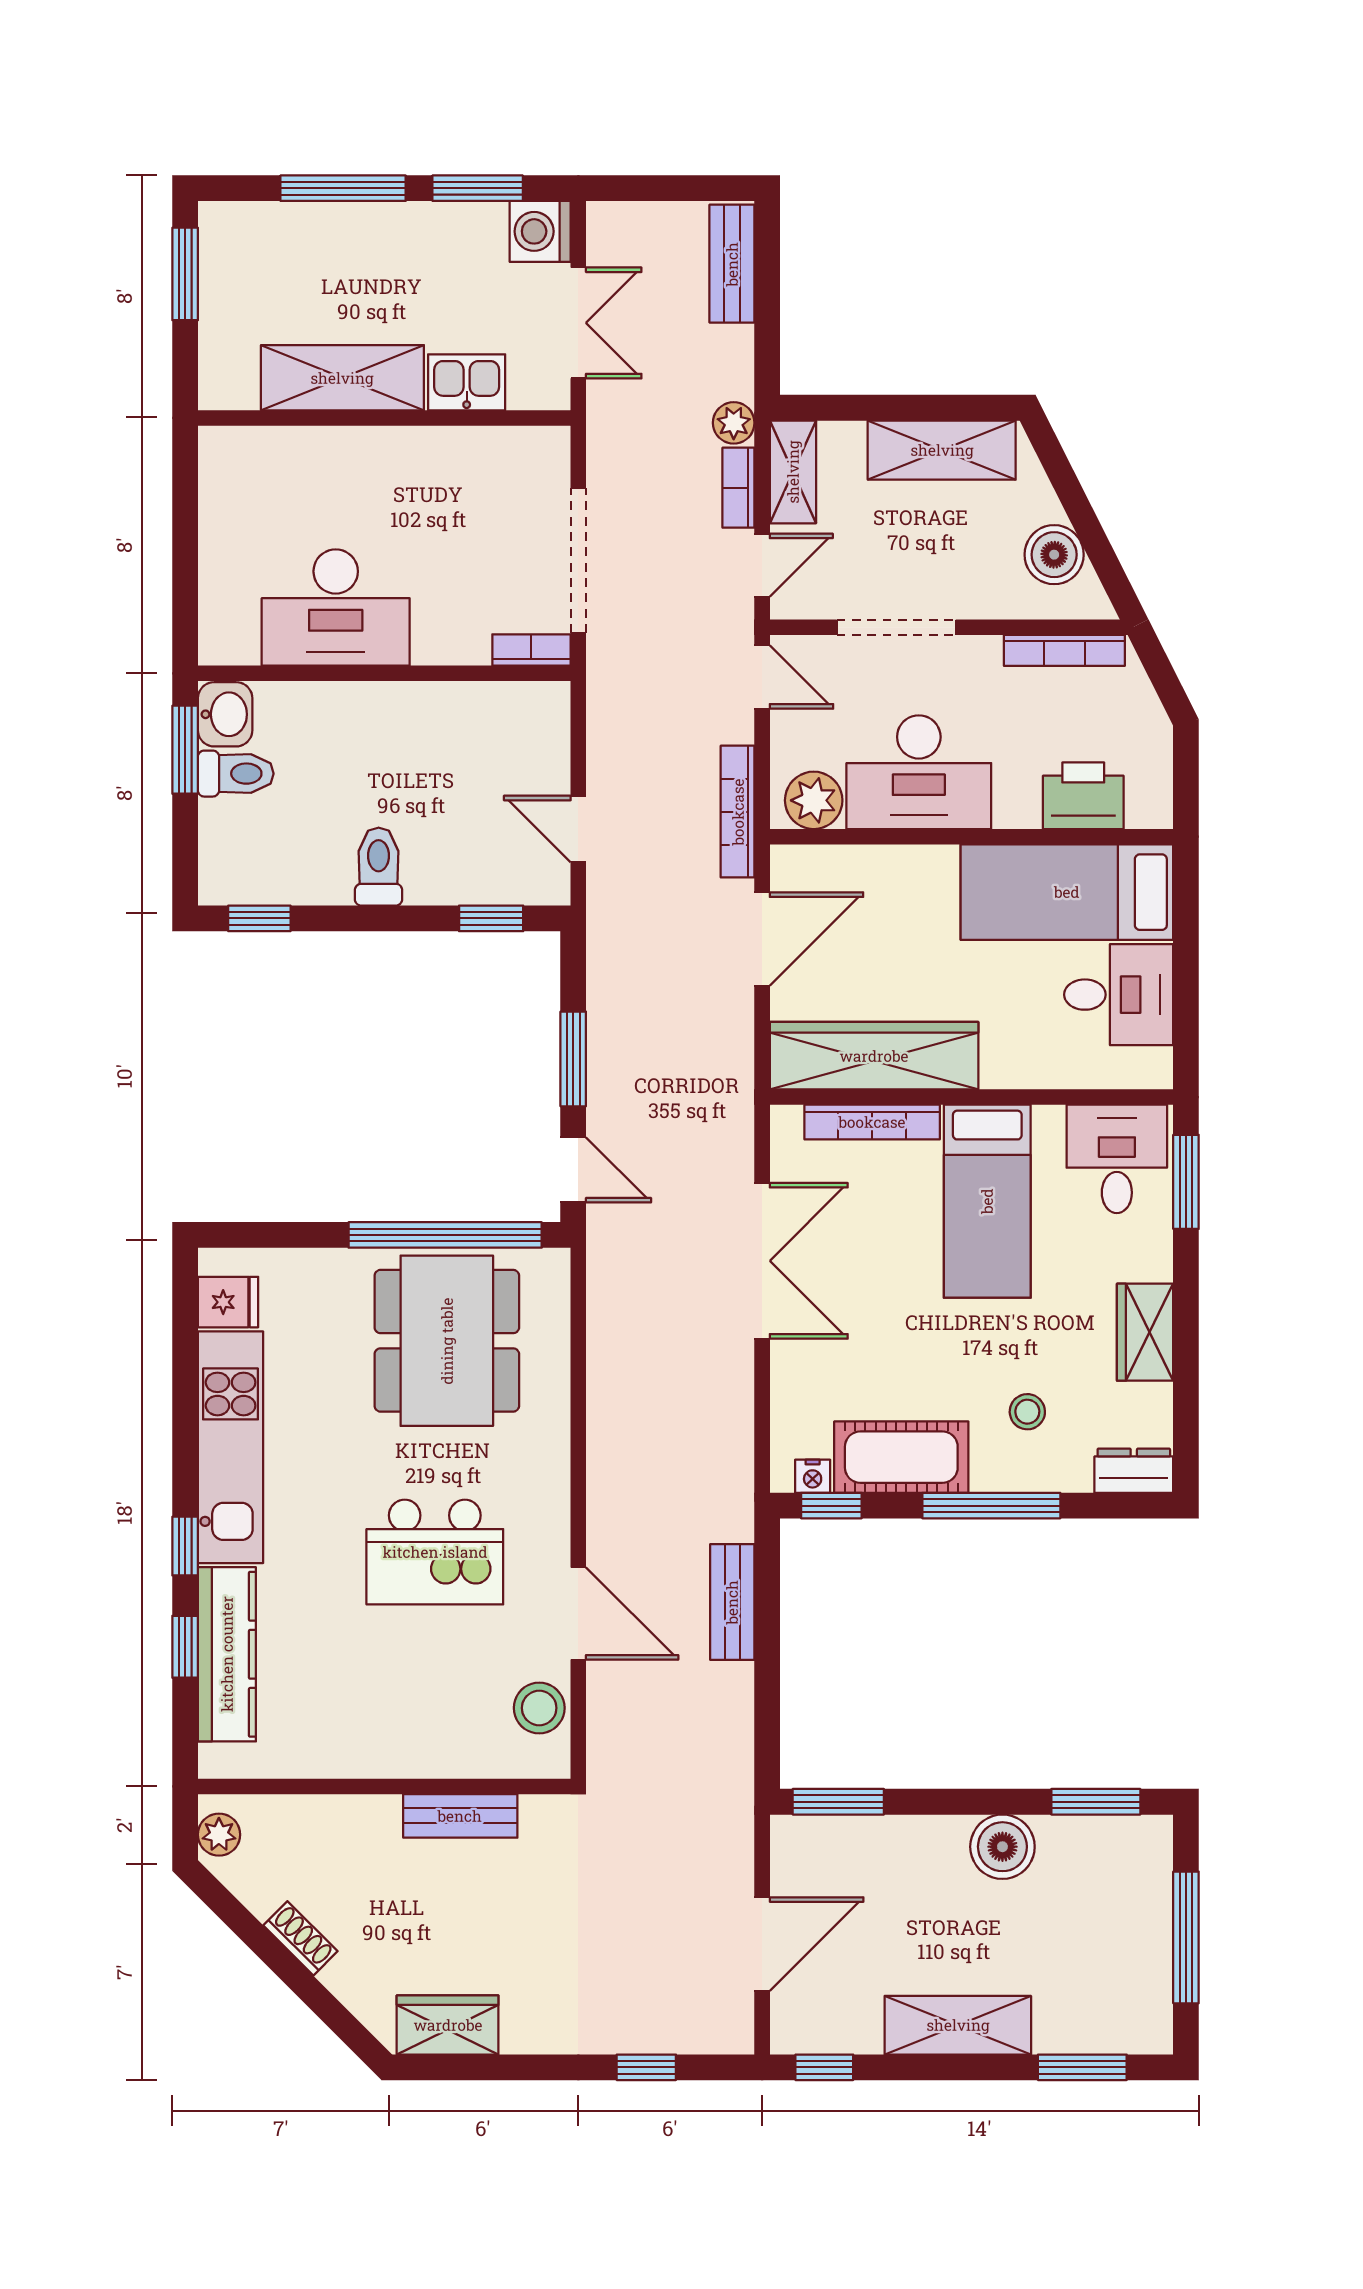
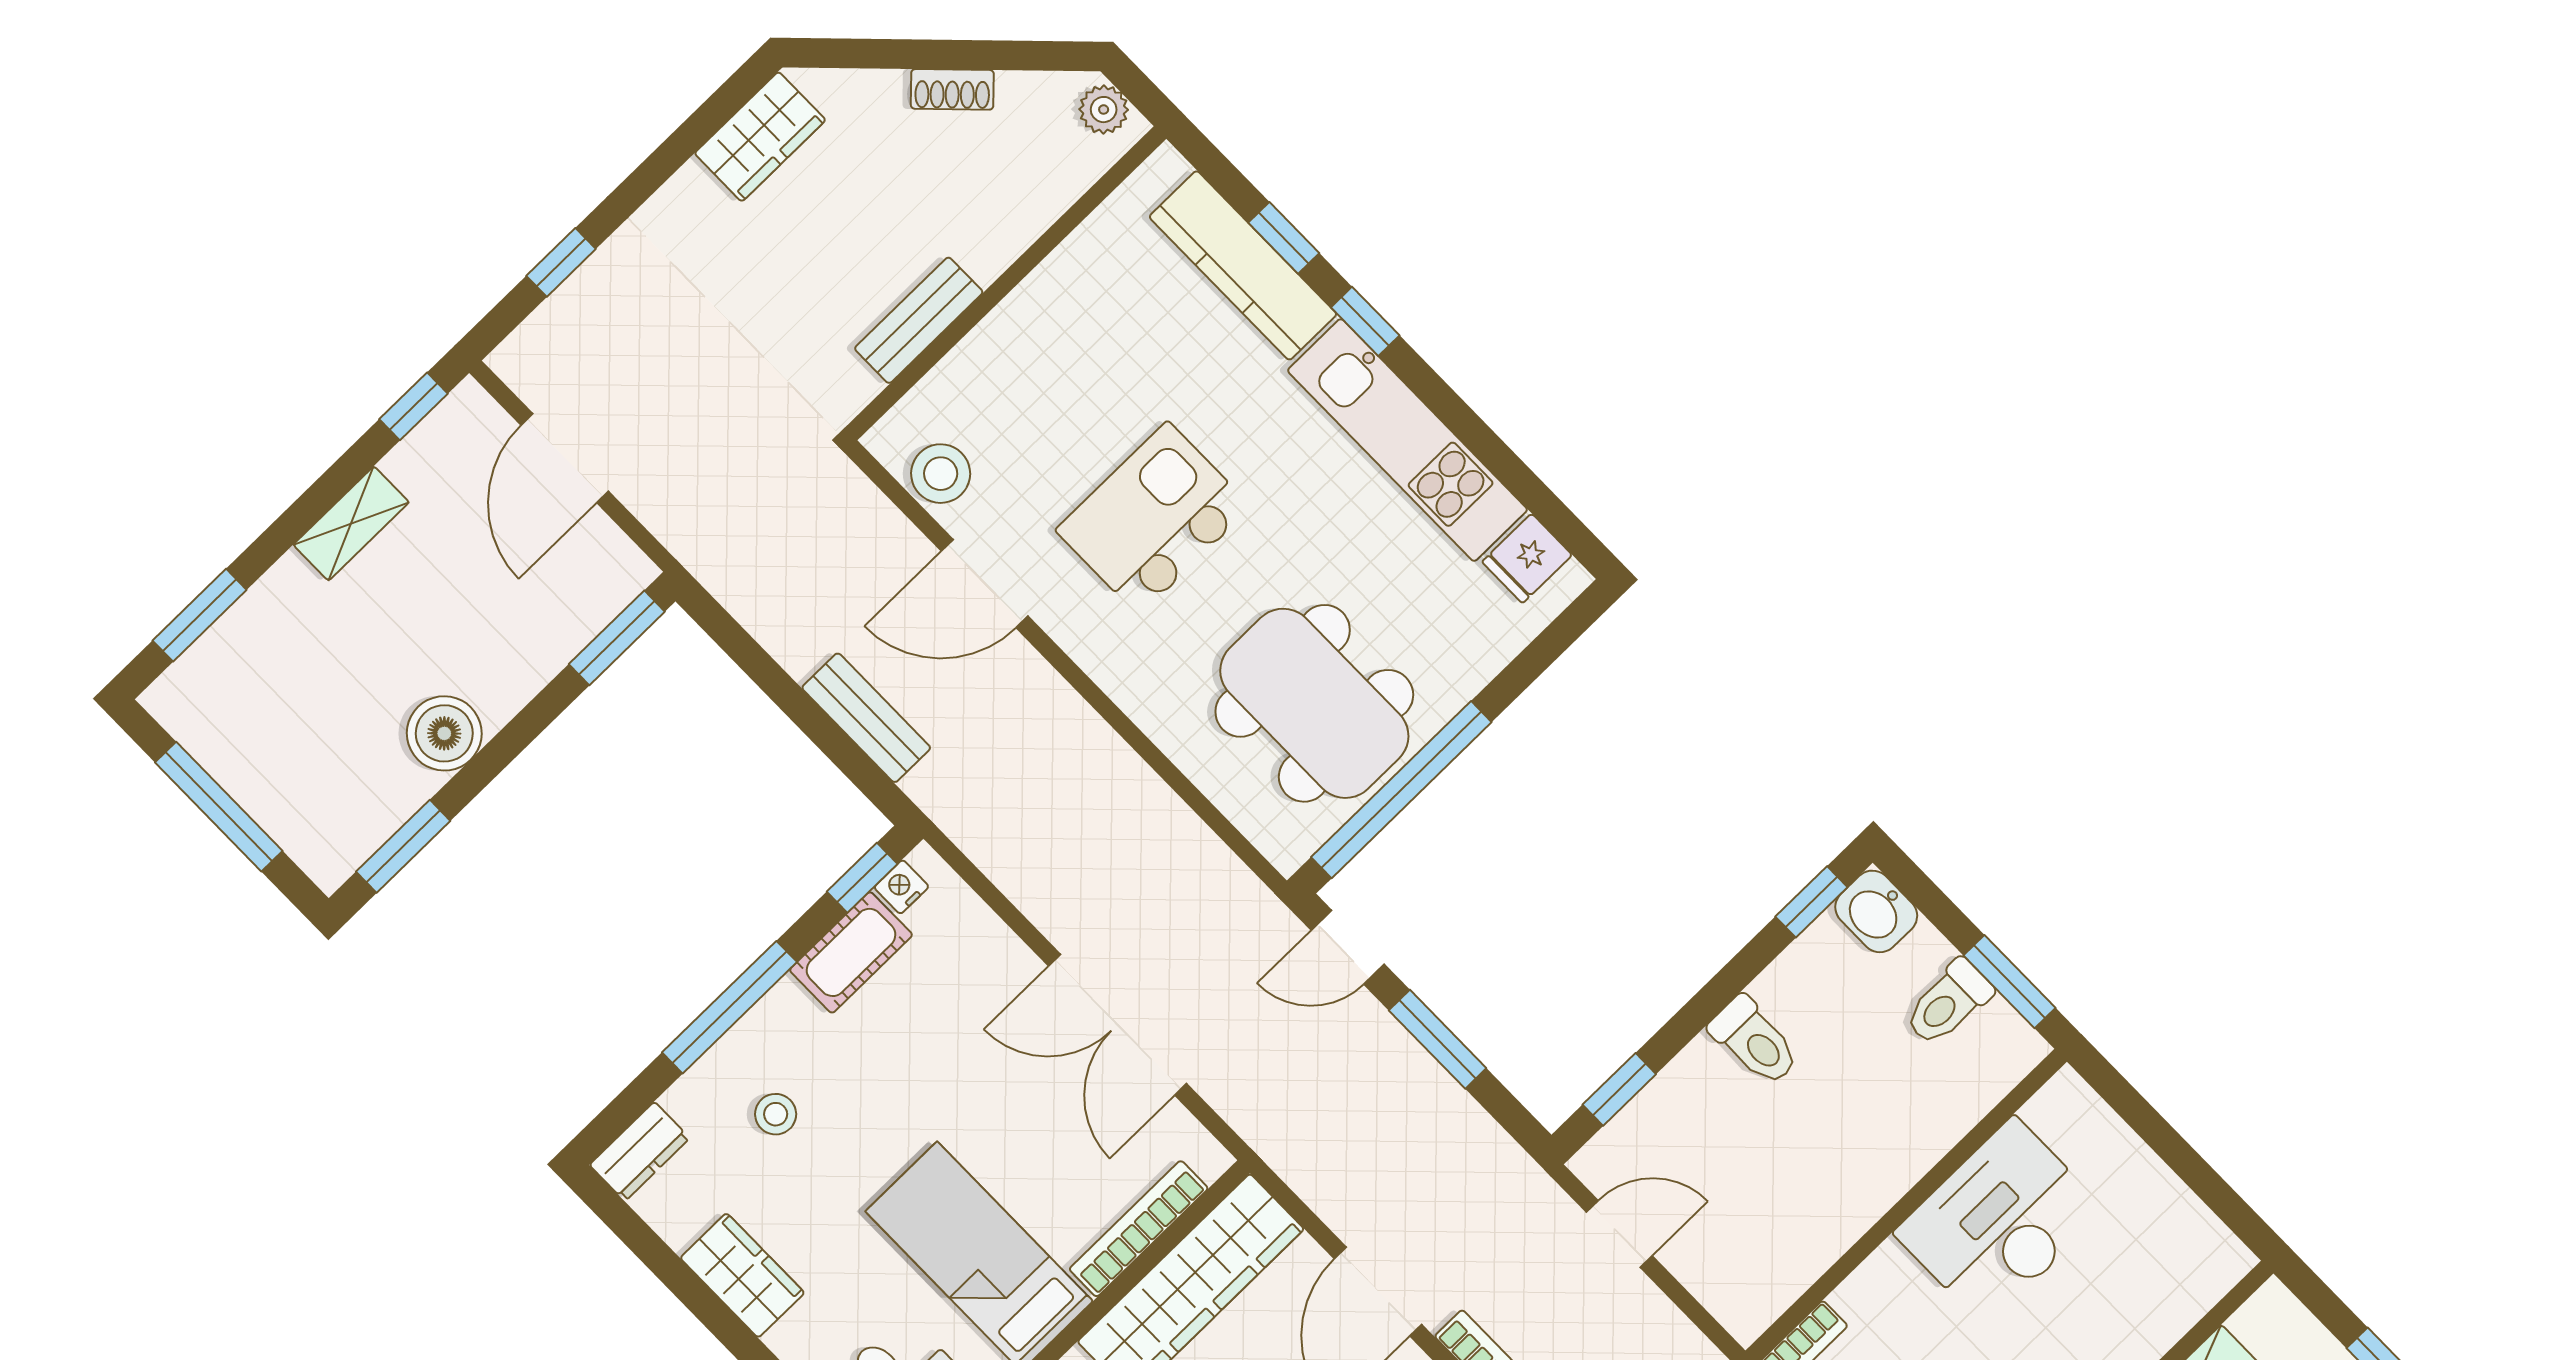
washbasin: (225, 714) -> (1876, 911), moved
cot: (901, 1457) -> (851, 952), width x0.73, depth x0.75
shelving: (958, 2025) -> (351, 523), width x0.67, depth x0.75

